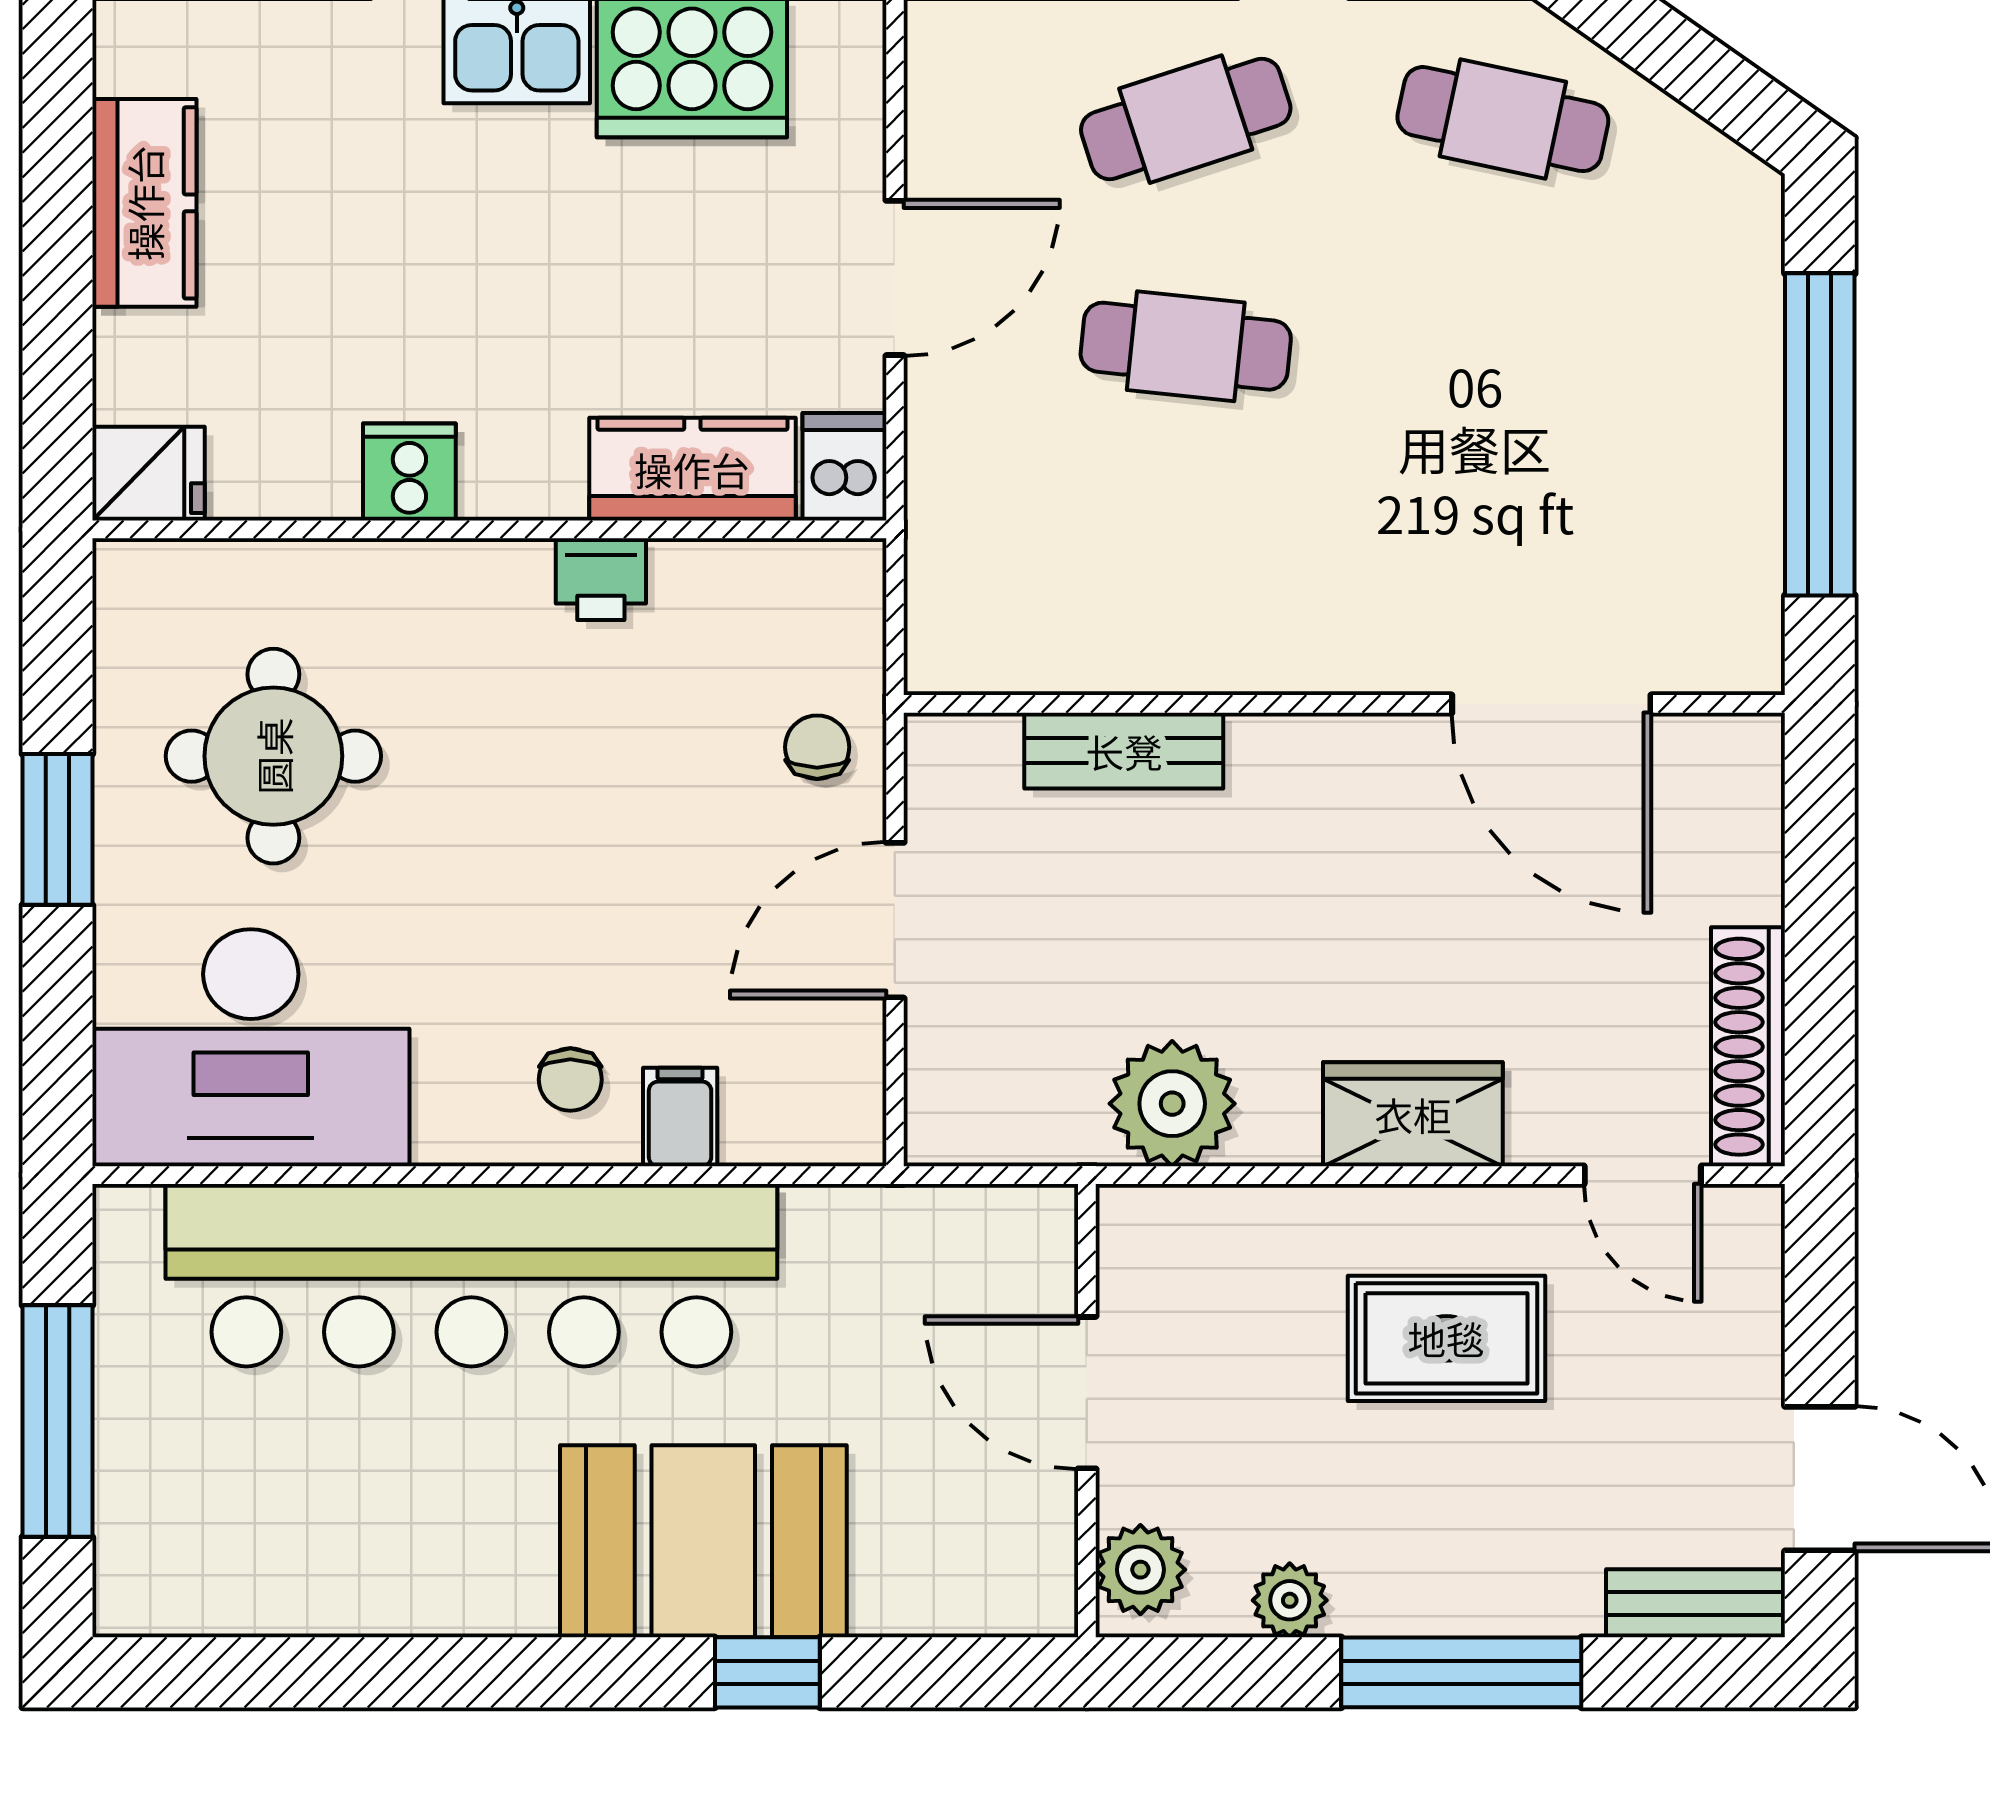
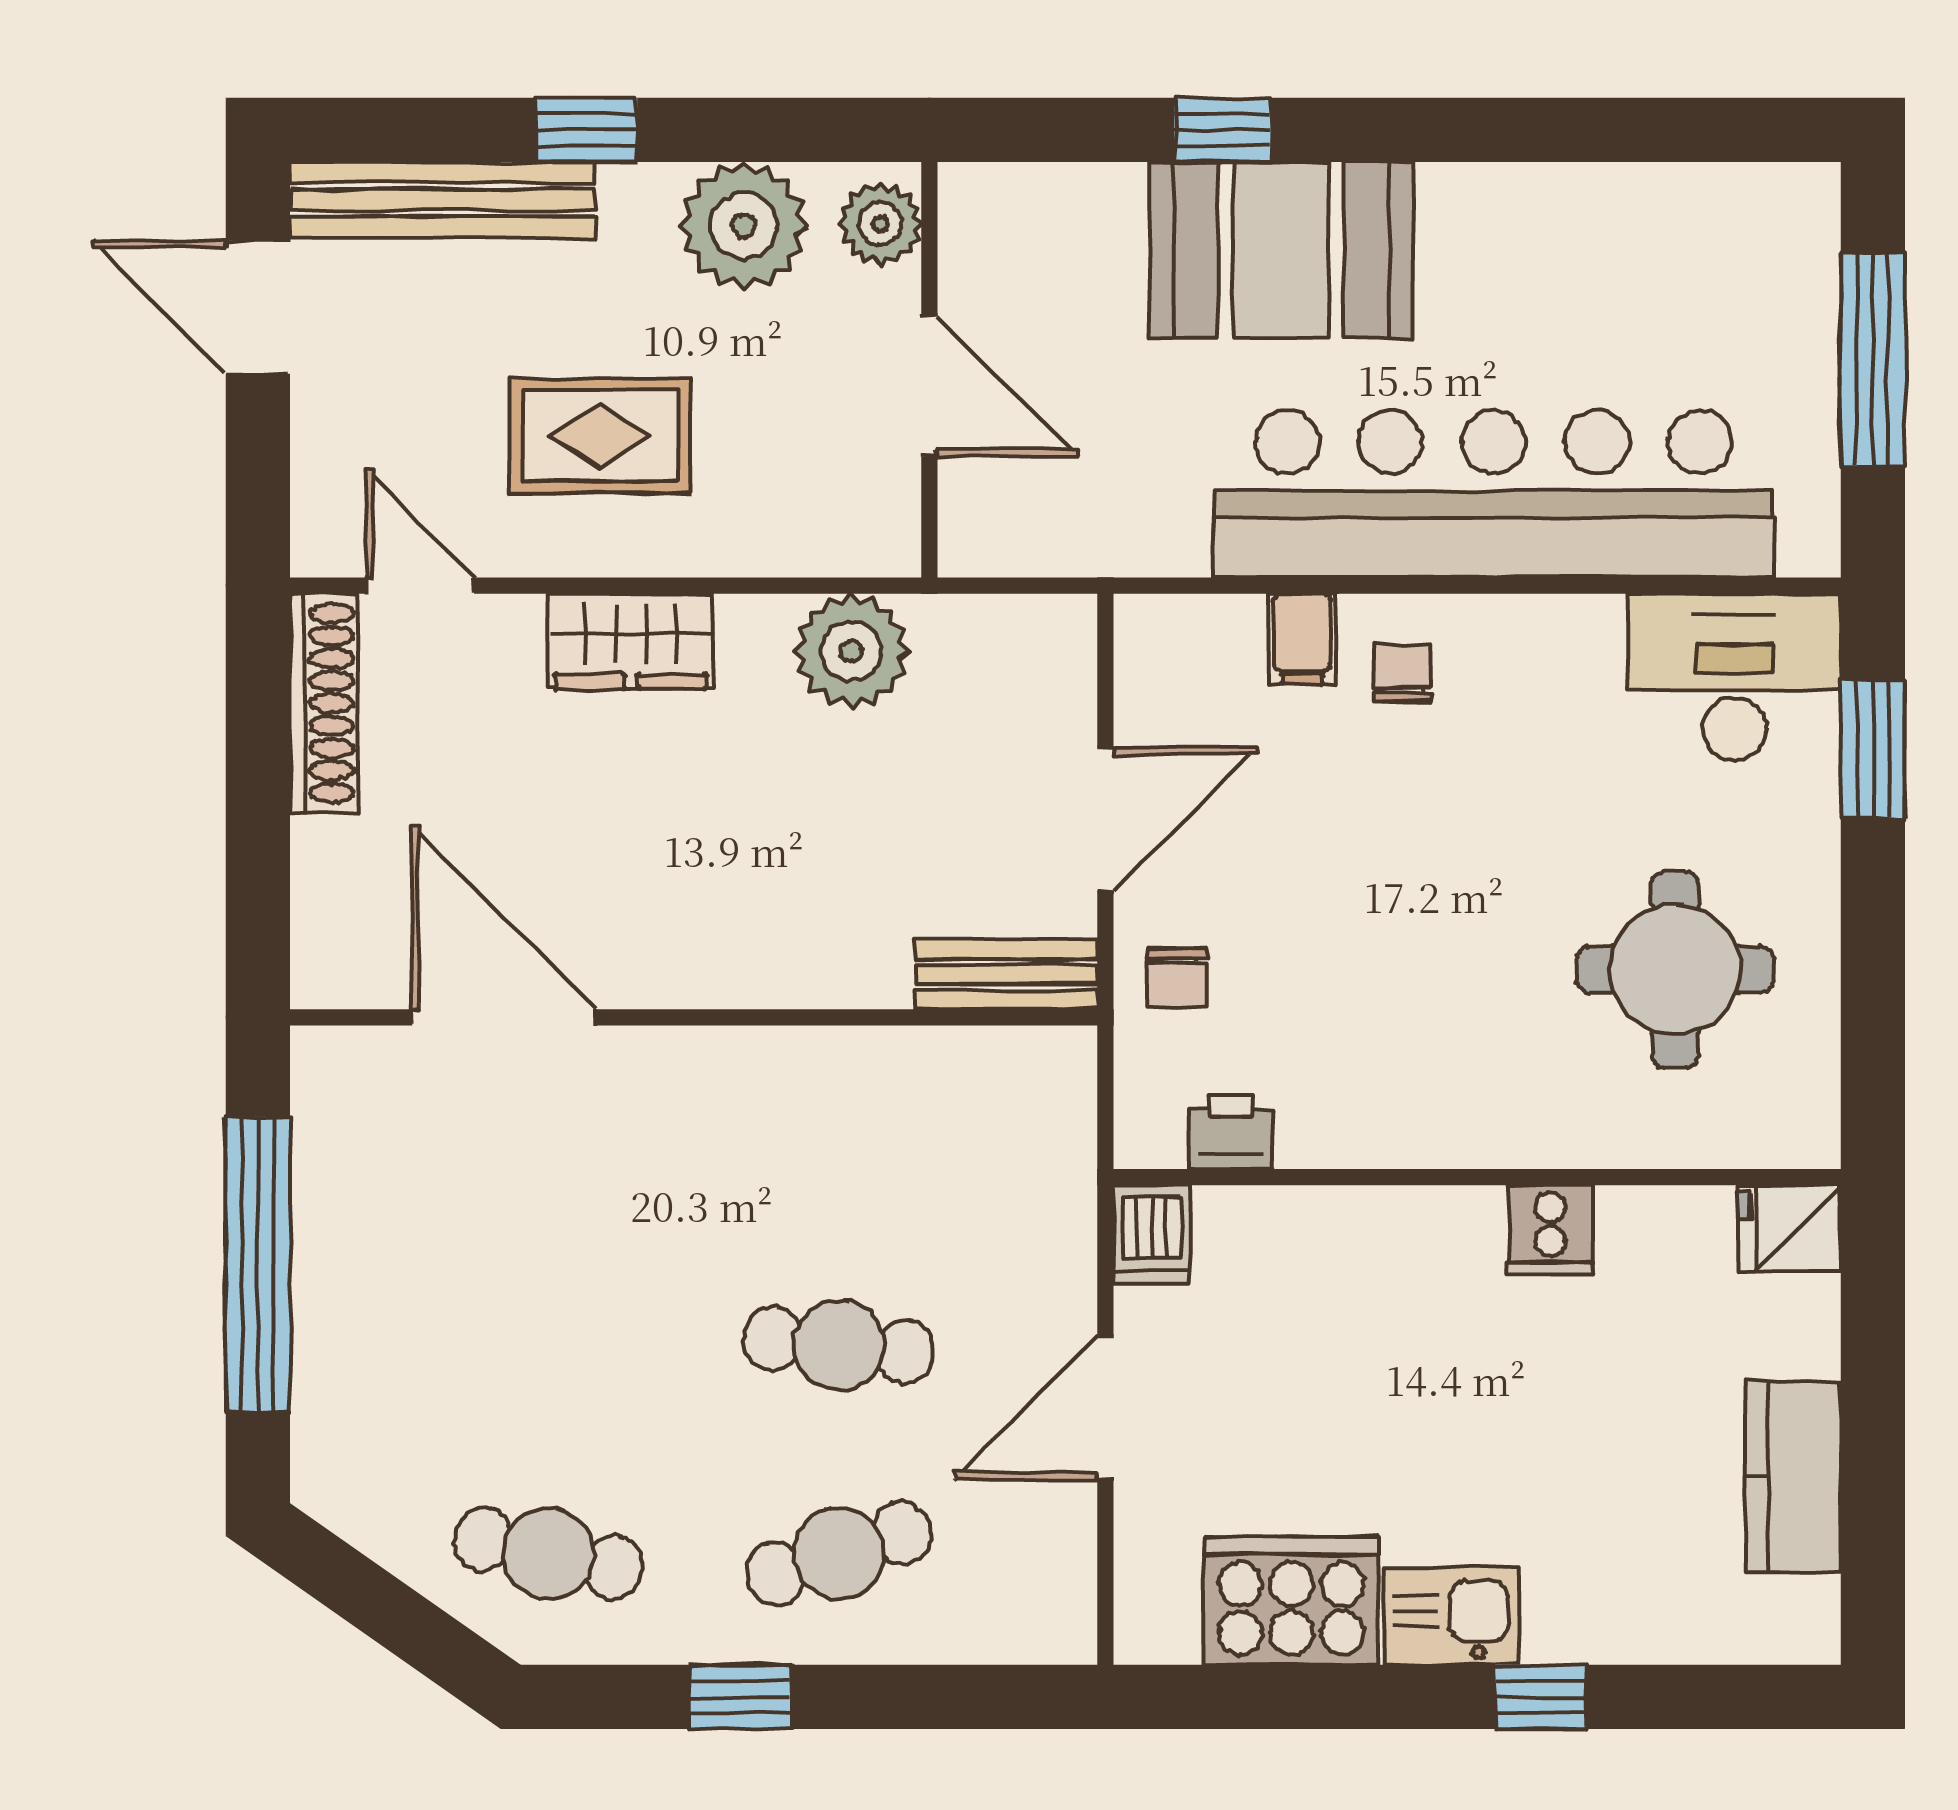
kitchen counter: (692, 469) -> (1291, 1232), removed
printer: (601, 579) -> (1231, 1132), moved
bench: (1124, 751) -> (1006, 975), moved
window: (57, 829) -> (1873, 749), moved
desk: (251, 1048) -> (1734, 677), width x0.73, depth x0.77
plant: (1290, 1600) -> (744, 226), width x1.88, depth x1.88
bench: (1696, 1603) -> (442, 200), width x1.86, depth x1.21
window: (1461, 1672) -> (586, 130), width x0.46

